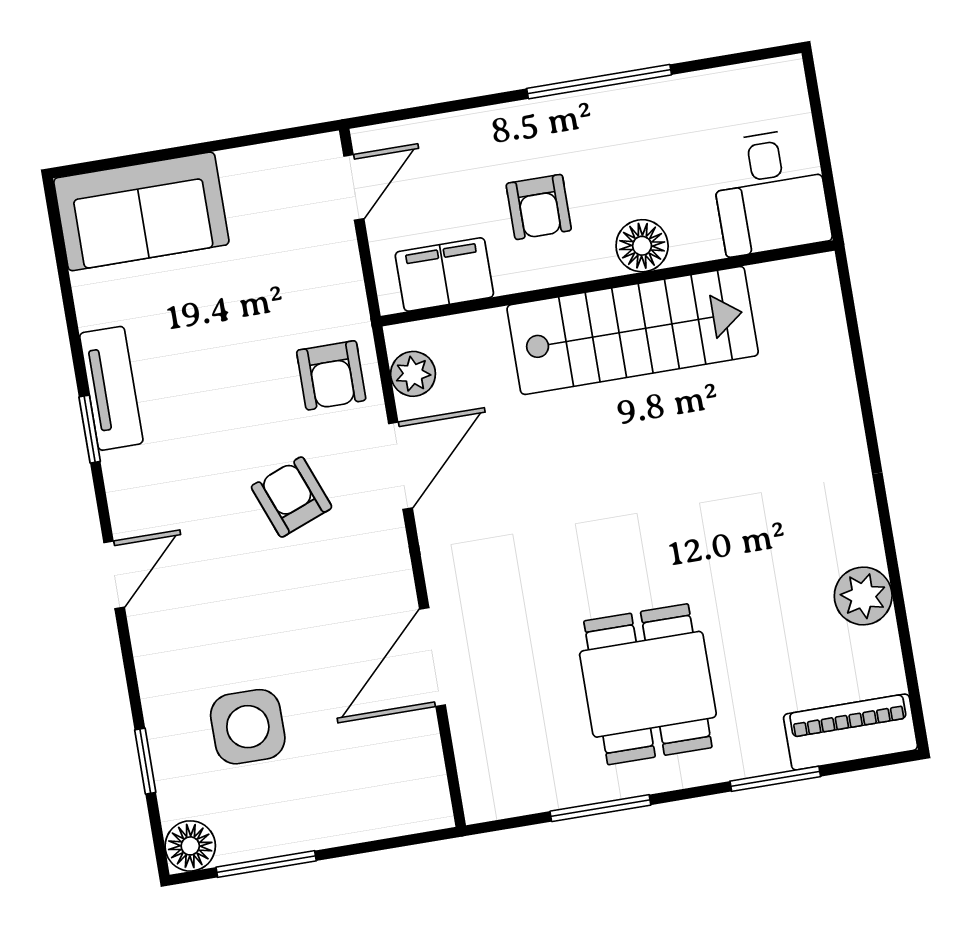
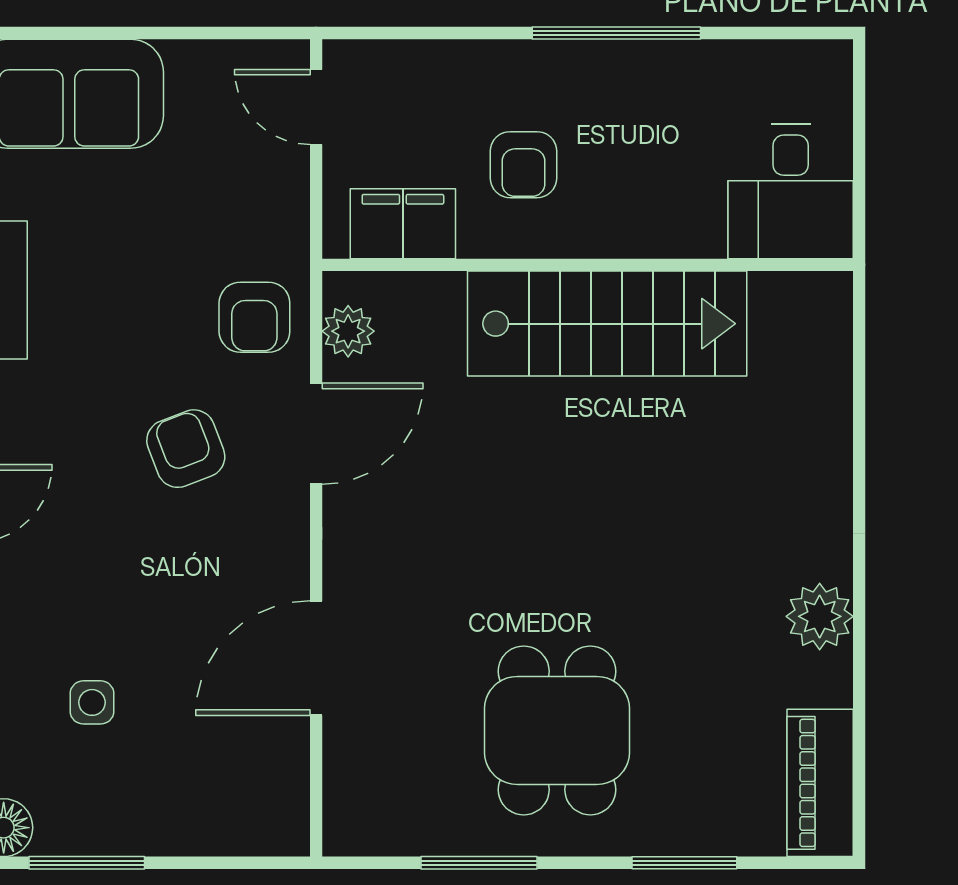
door: (354, 187) -> (316, 107), swing flipped
floor lamp: (642, 246) -> (634, 229), removed
plant: (863, 596) -> (820, 616), moved
side table: (248, 727) -> (92, 702), width x0.54, depth x0.54
piano: (851, 732) -> (820, 783), moved, turned -90

